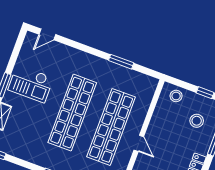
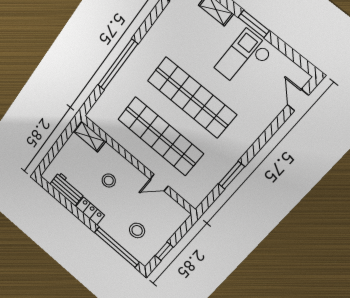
stool: (176, 96) -> (109, 181), moved
door: (139, 143) -> (159, 183), moved

